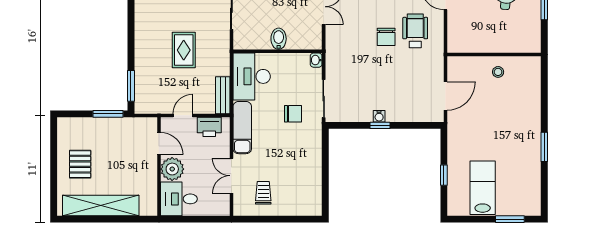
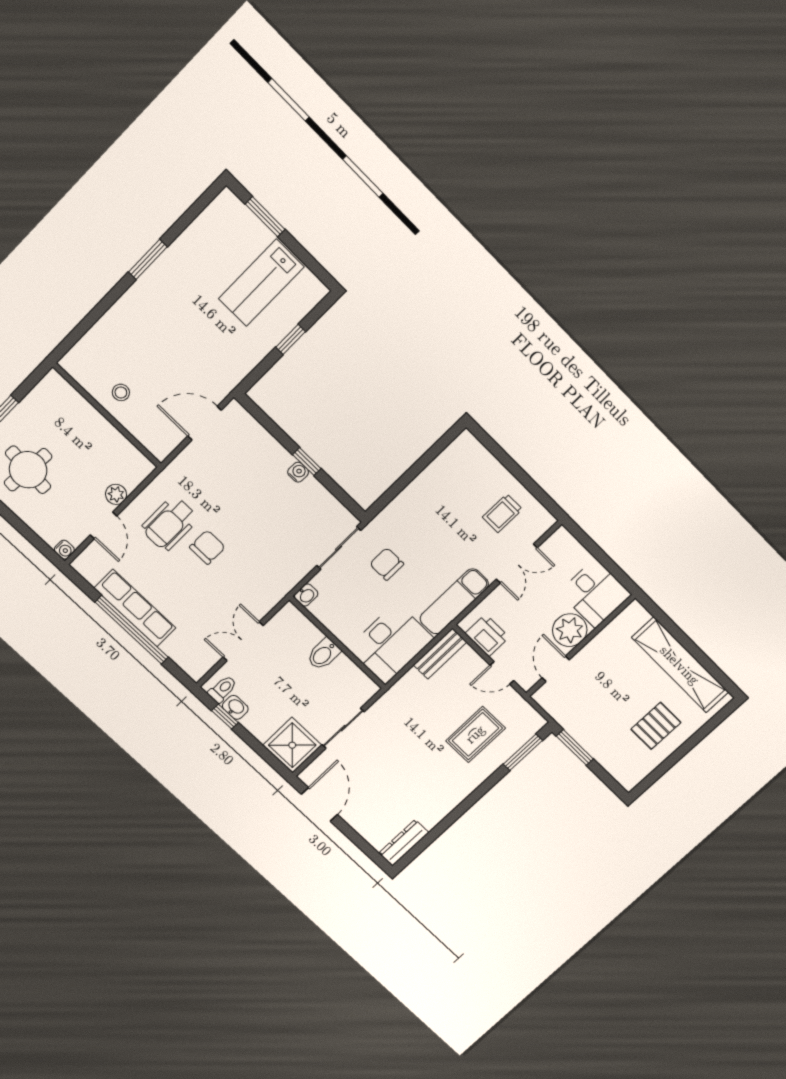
plant: (454, 20) -> (116, 494), added
rug: (184, 50) -> (475, 734), moved

